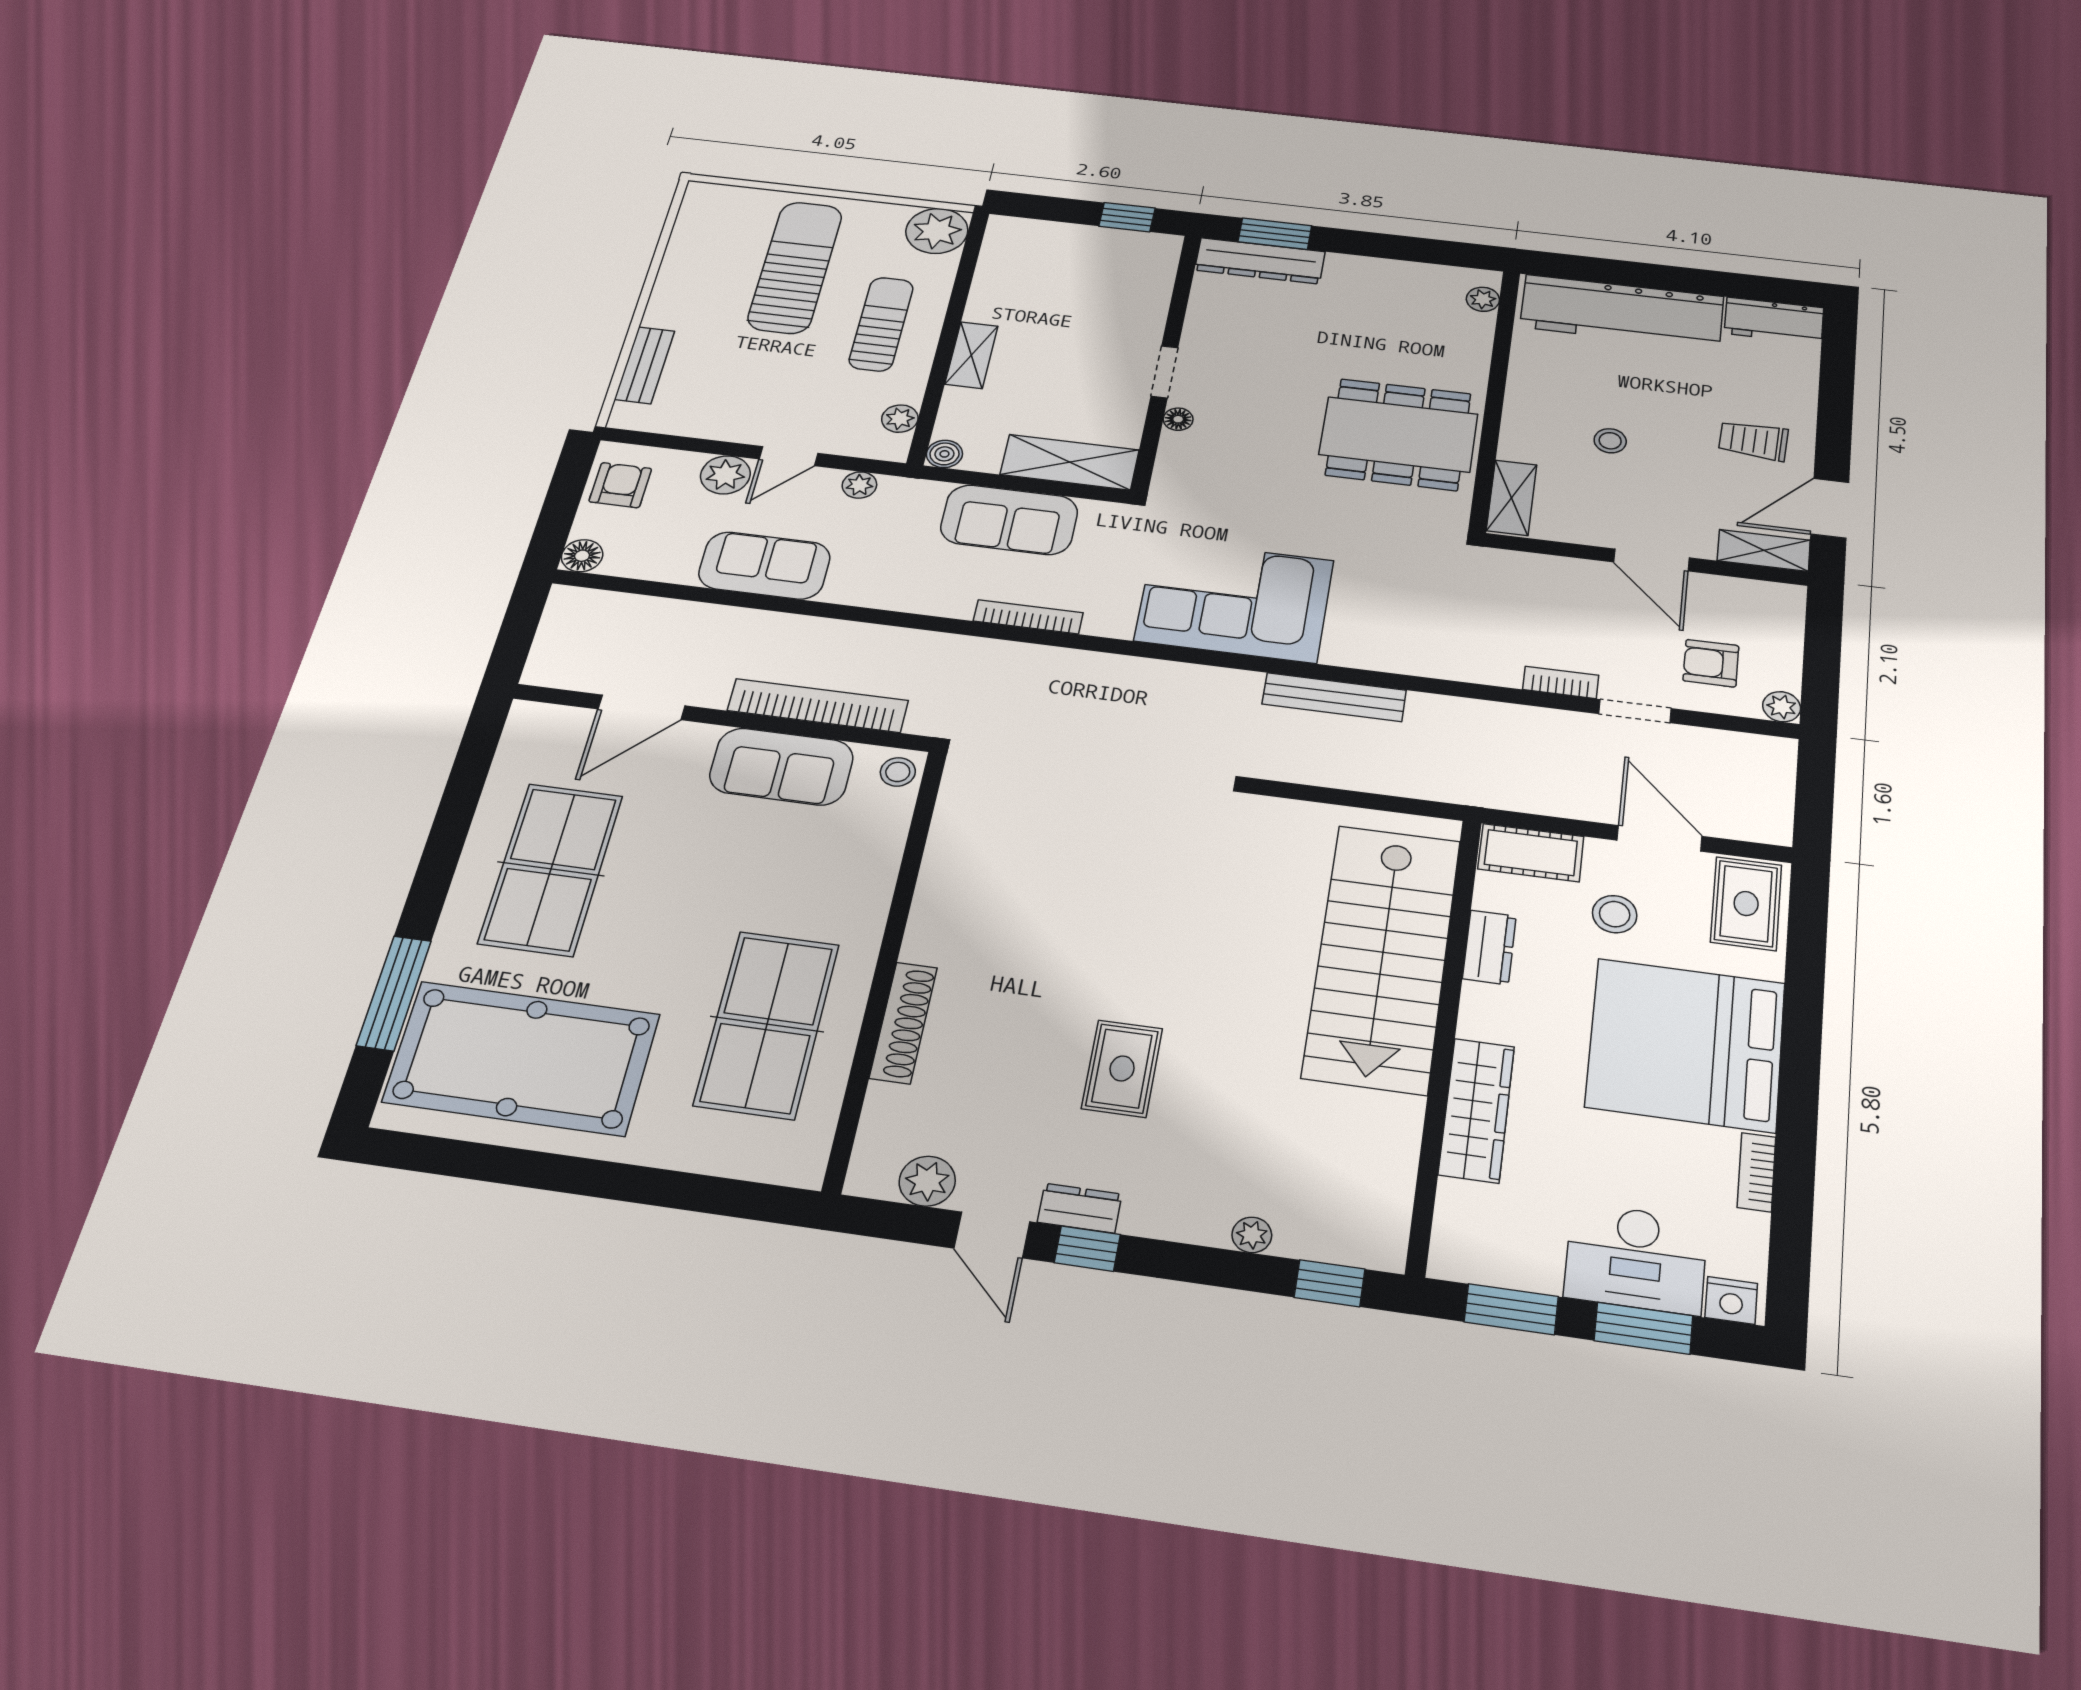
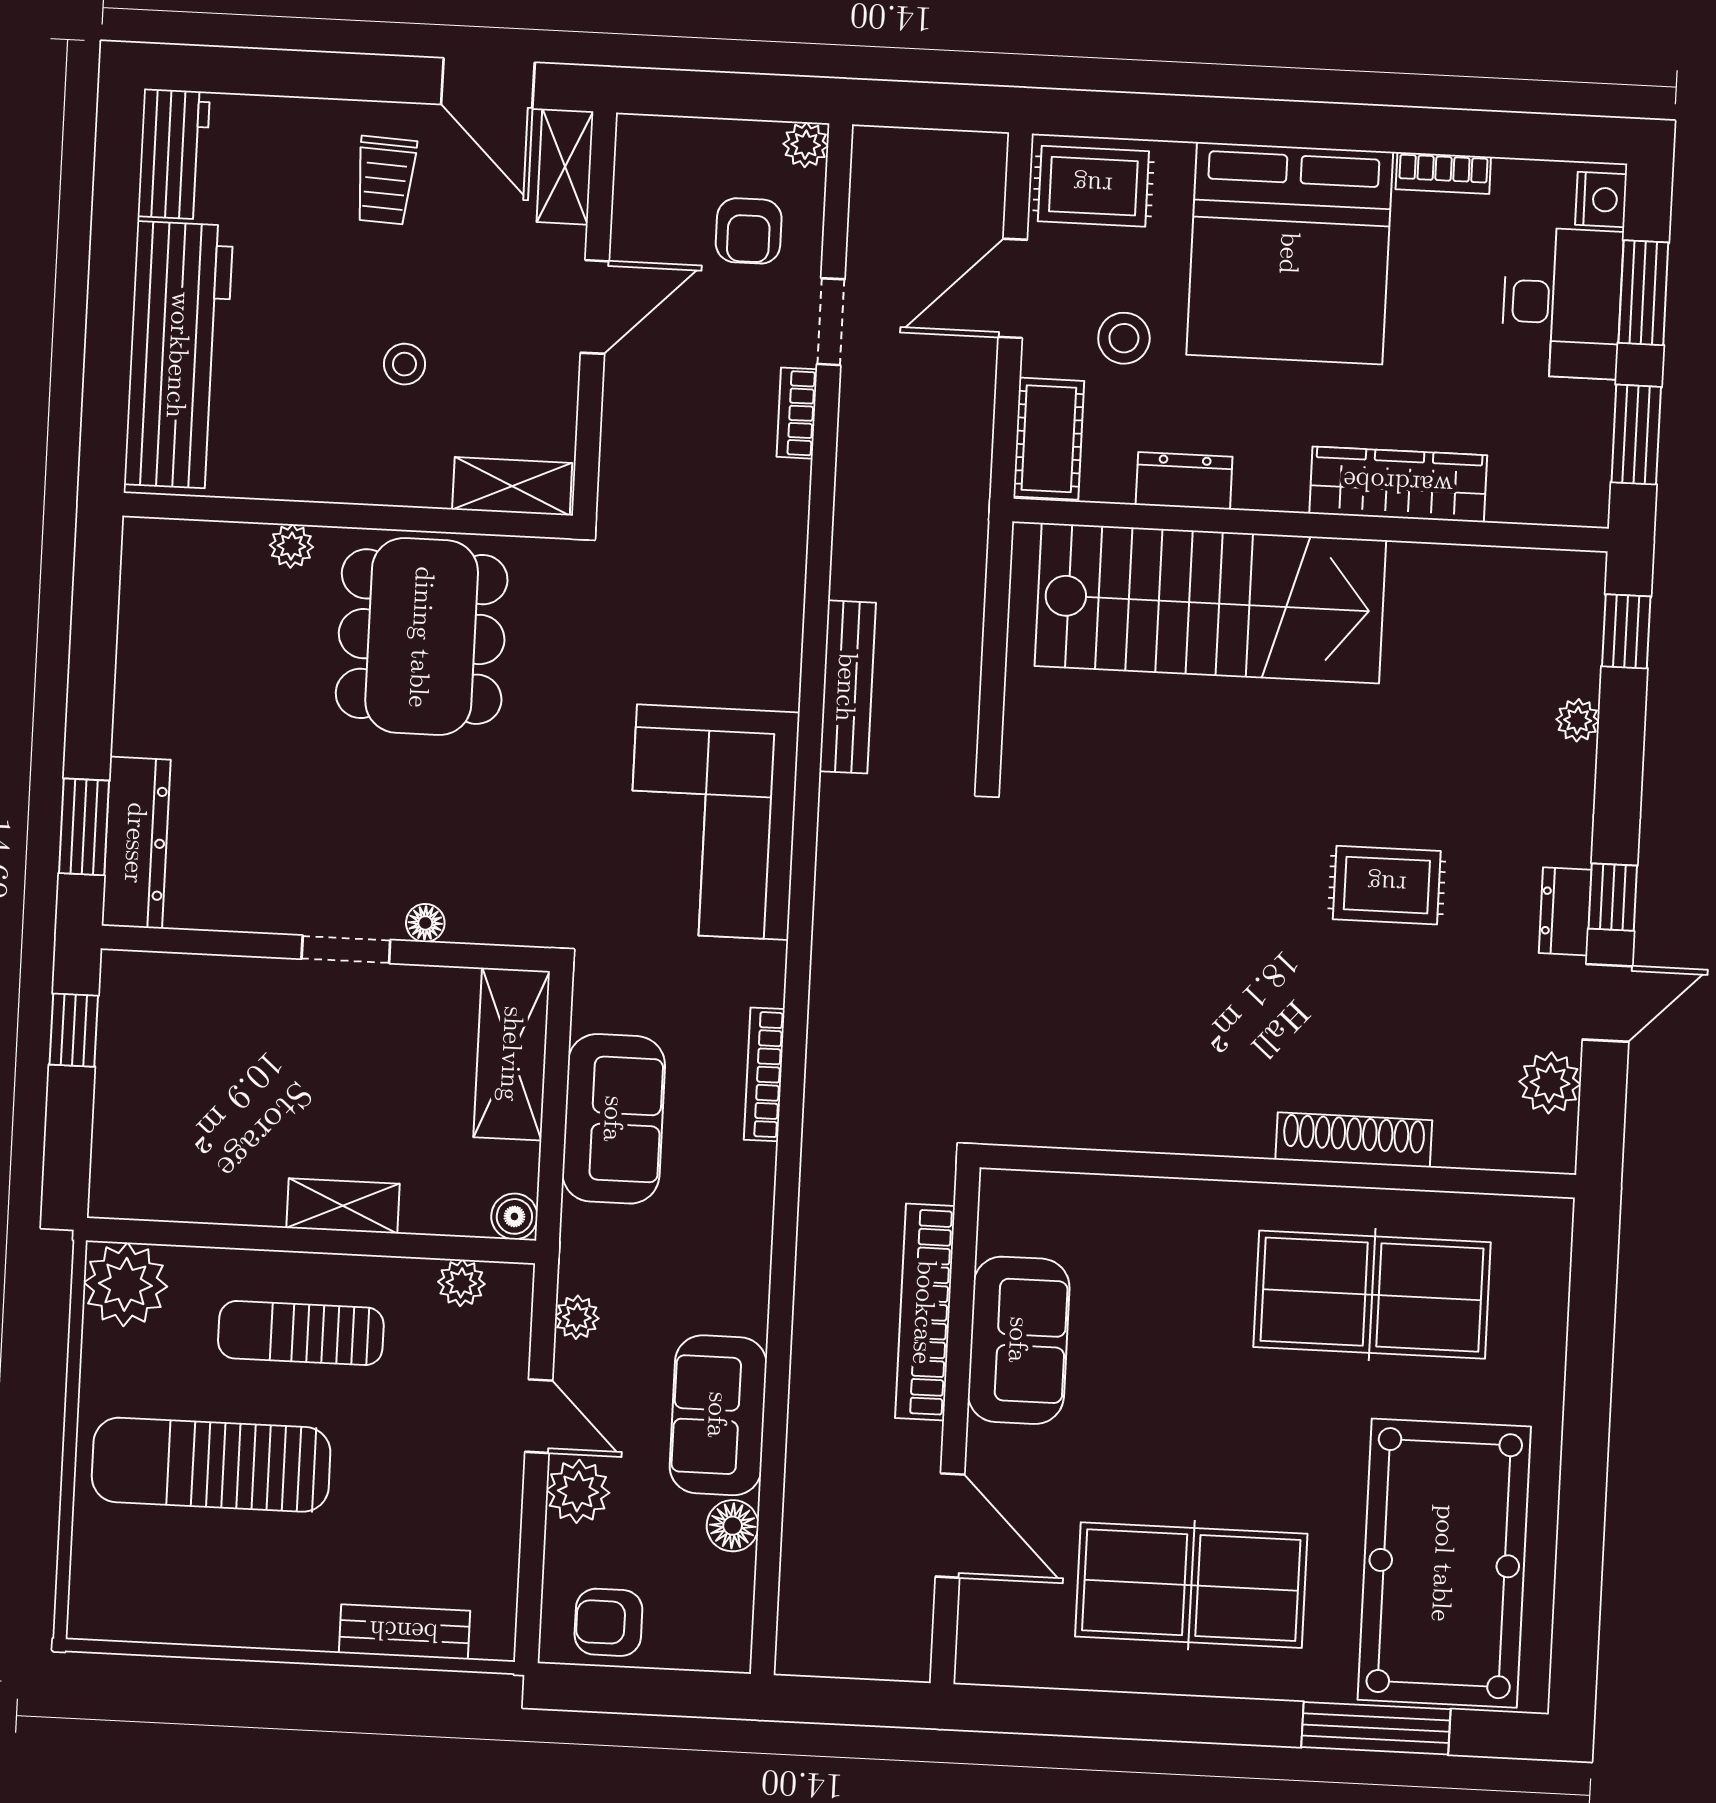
plant: (1483, 299) -> (291, 546), moved
floor lamp: (582, 556) -> (733, 1526), moved
stool: (898, 772) -> (1012, 1200), removed

